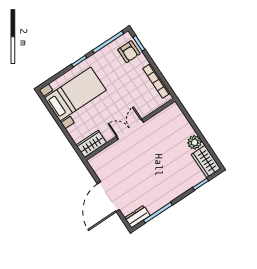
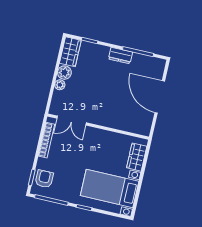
double door: (130, 129) -> (72, 121), moved
plant: (189, 130) -> (60, 85), added
wardrobe: (91, 144) -> (137, 157), moved, turned 90
door: (108, 197) -> (160, 97), swing flipped
dresser: (137, 217) -> (120, 56), moved

